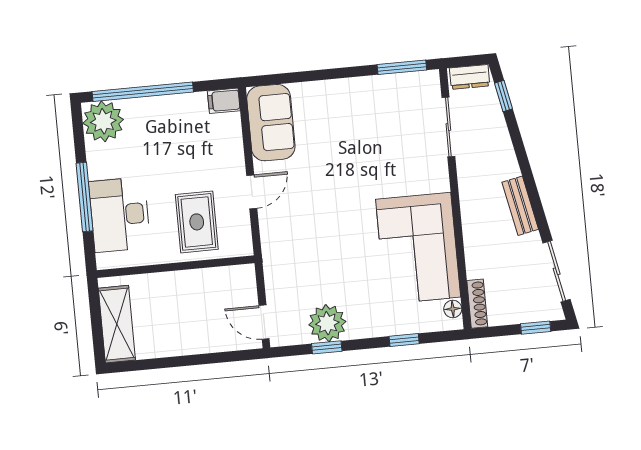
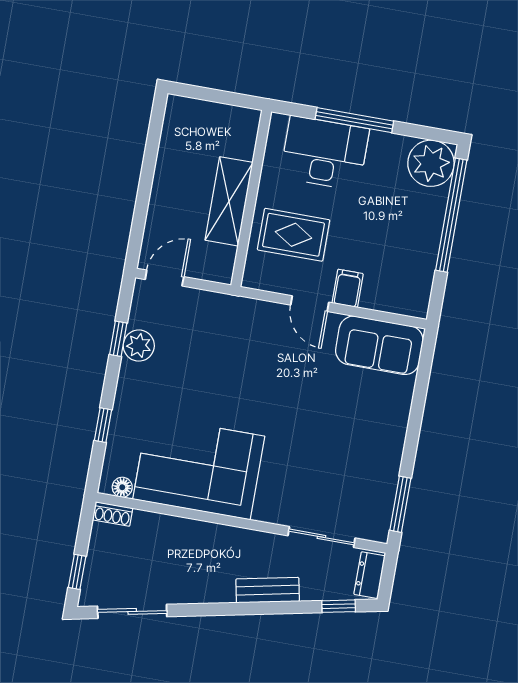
filing cabinet: (224, 101) -> (348, 288), moved
bench: (520, 206) -> (268, 590), moved
shoe rack: (477, 304) -> (113, 514), width x0.70
plant: (327, 323) -> (139, 346), width x0.73, depth x0.73
shelving: (117, 324) -> (229, 201), moved, turned 90

